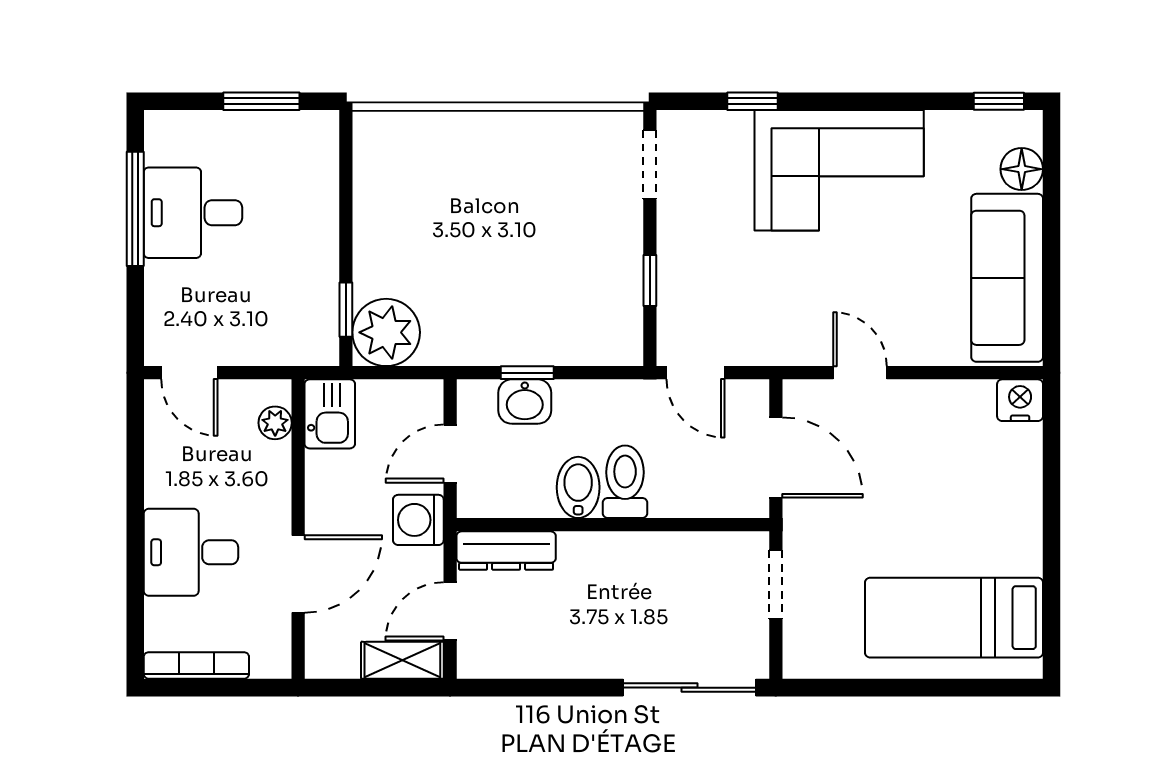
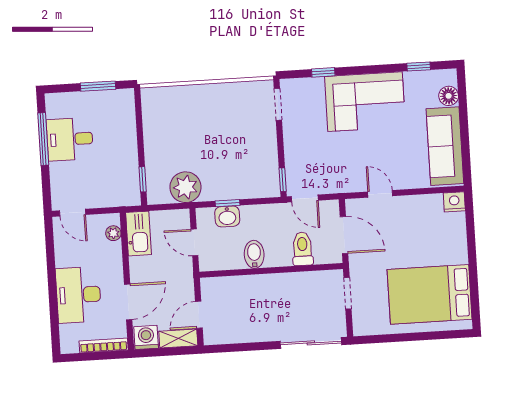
window: (999, 101) -> (419, 67), moved
window: (650, 281) -> (283, 180), moved
plant: (386, 332) -> (185, 187), moved
kitchen sink: (330, 414) -> (139, 234), width x1.38
door: (450, 454) -> (194, 242), hinge flipped
toilet: (625, 482) -> (302, 249), moved
washing machine: (418, 520) -> (146, 337), moved, turned 90
dresser: (506, 551) -> (223, 285), removed
desk: (191, 552) -> (78, 295), width x1.37
bed: (954, 618) -> (430, 294), width x1.50
bookcase: (196, 665) -> (104, 345), moved

